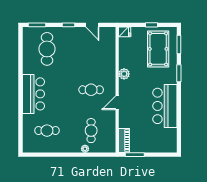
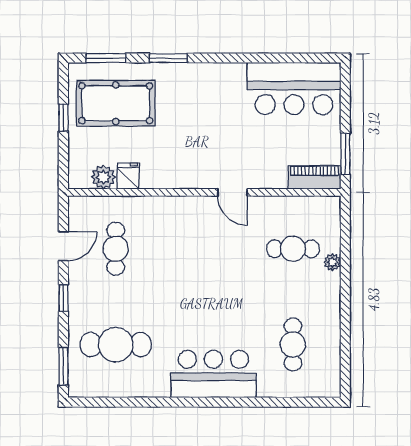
fridge: (125, 32) -> (128, 176), moved
plant: (124, 74) -> (103, 177), moved
cafe table: (91, 90) -> (116, 249), moved
bar counter: (165, 106) -> (294, 89), moved

